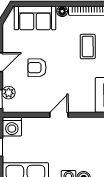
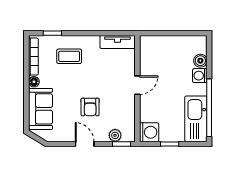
door: (59, 115) -> (137, 85), swing flipped

